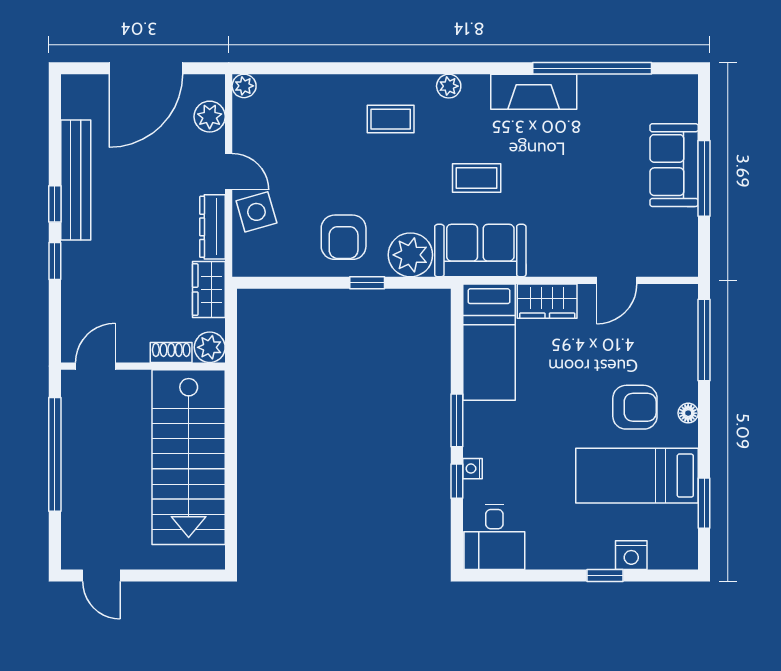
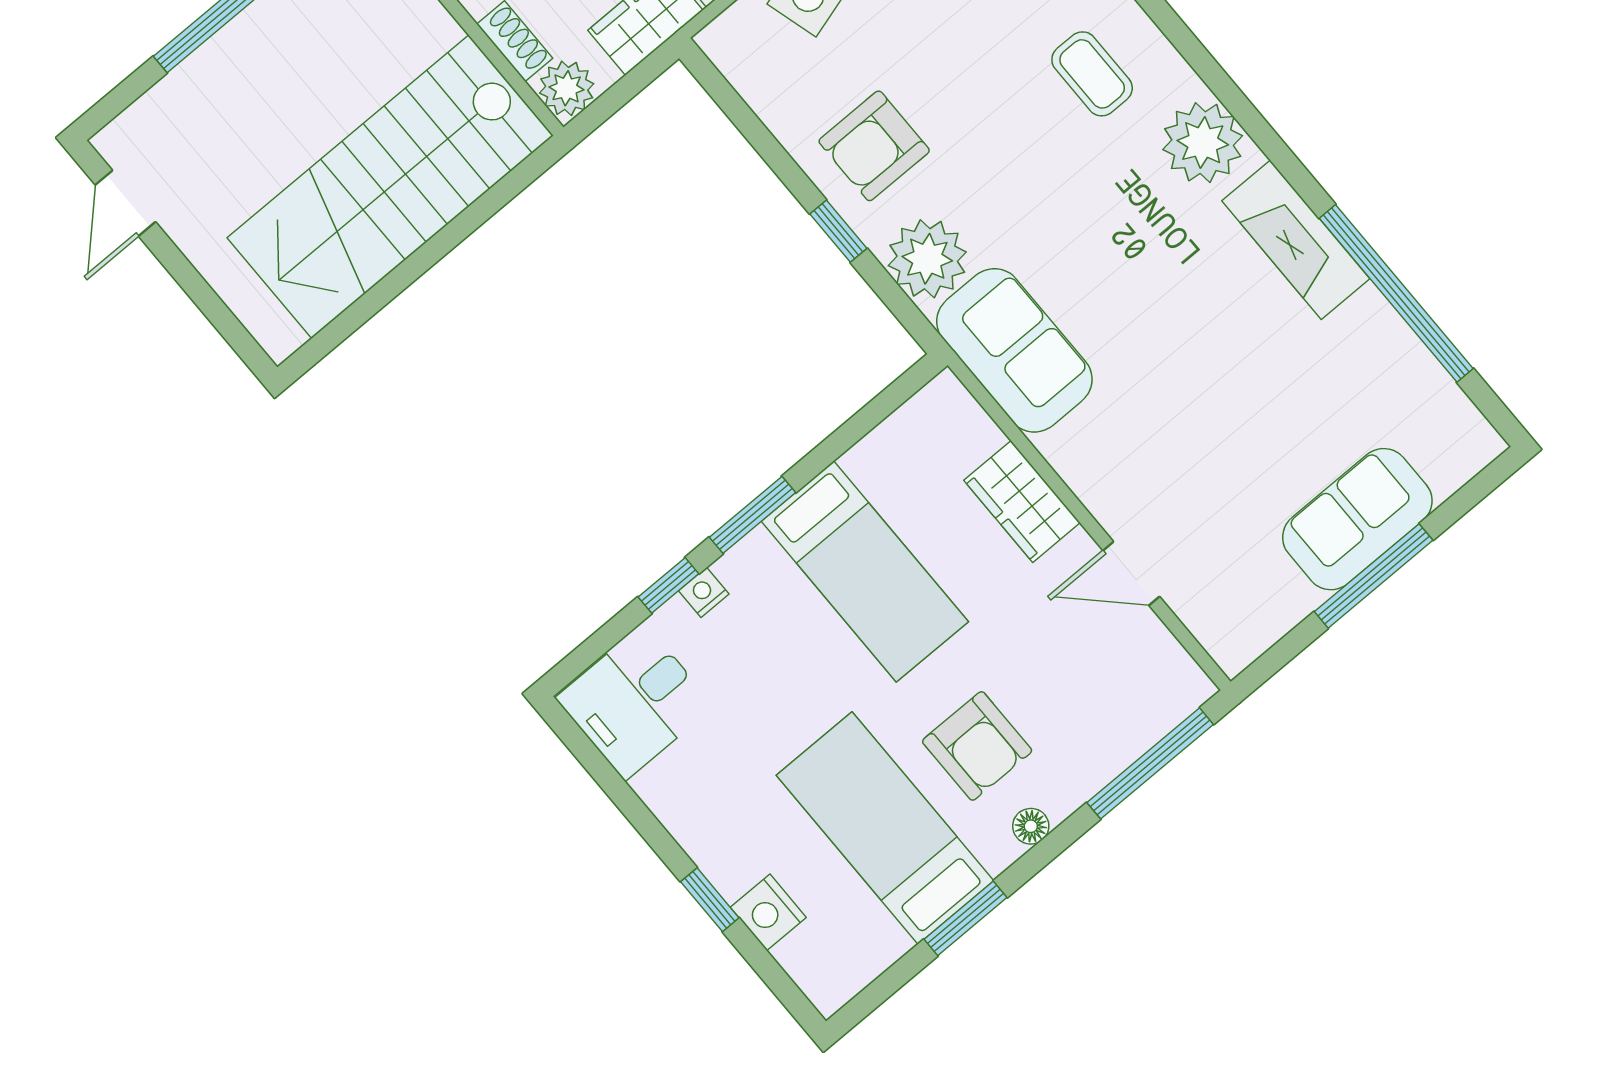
plant: (449, 86) -> (1203, 143), width x1.87, depth x1.87
coffee table: (477, 178) -> (1110, 261), removed
bed: (489, 342) -> (865, 571), moved, turned -90
window: (704, 503) -> (966, 918), moved

